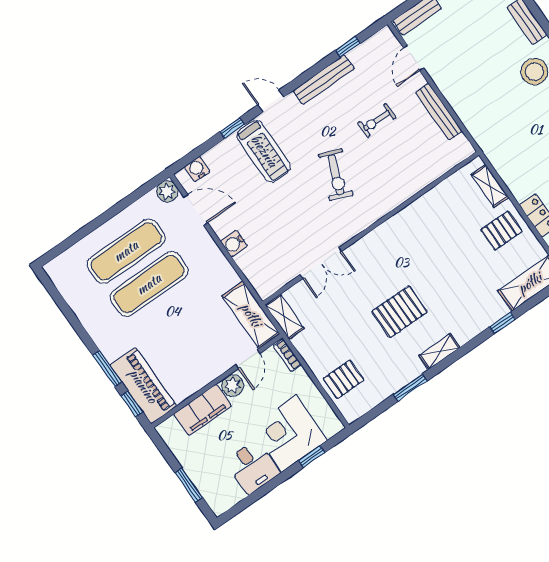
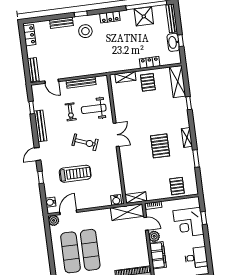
treadmill: (264, 151) -> (75, 174), moved
weight bench: (404, 159) -> (94, 109), added
water cooler: (234, 244) -> (116, 200), moved
double door: (321, 263) -> (116, 135), moved
desk: (253, 467) -> (196, 258), moved

